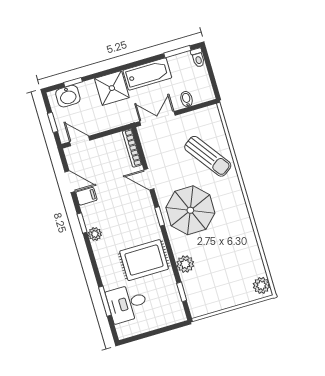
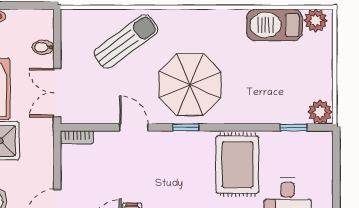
bookcase: (132, 148) -> (77, 137), width x0.64
door: (149, 179) -> (134, 127), swing flipped
barbecue: (250, 257) -> (274, 25), added
plant: (185, 264) -> (320, 112), moved

